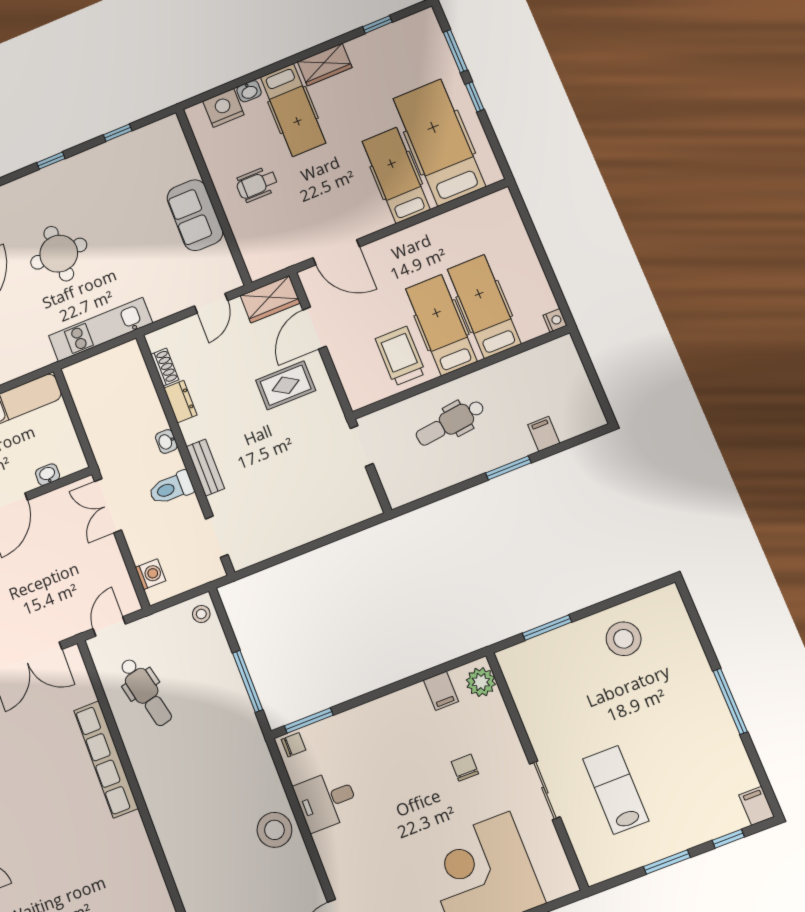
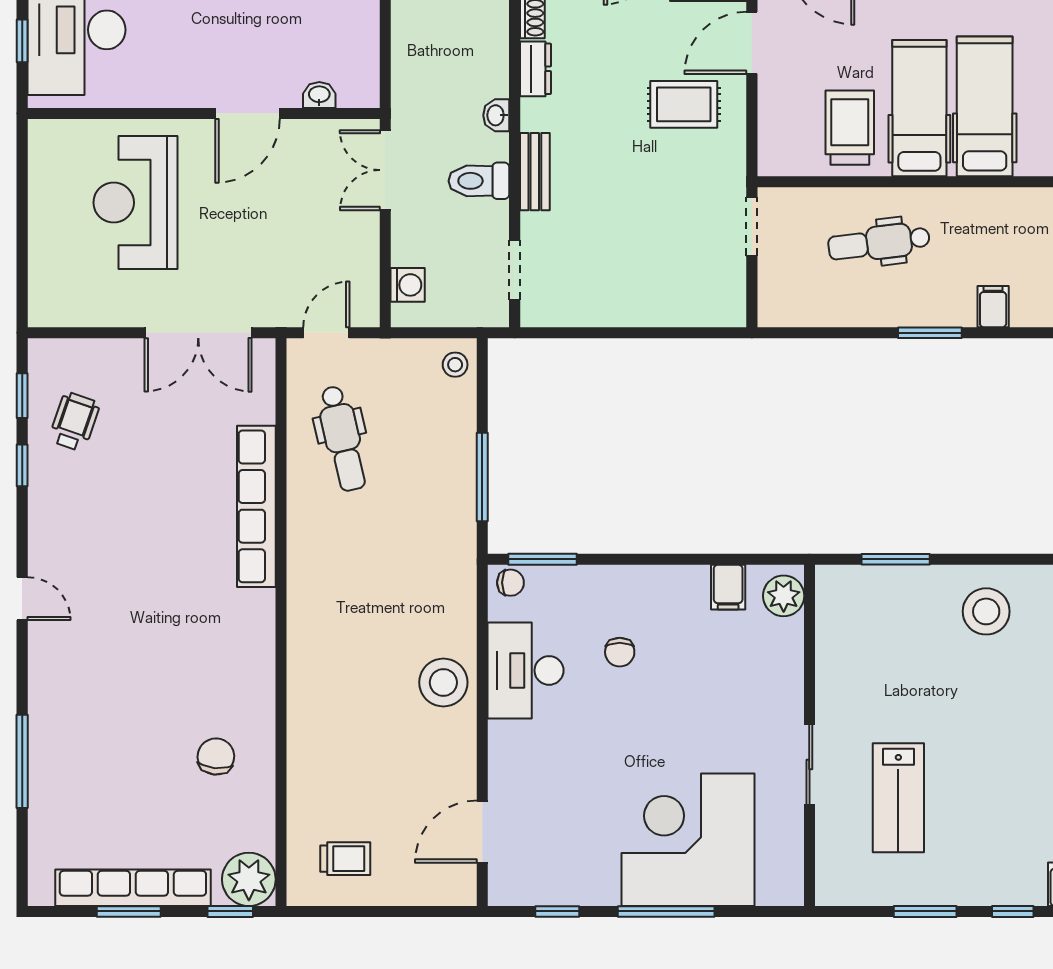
chair: (465, 768) -> (620, 652), moved, turned 180
lab bench: (616, 790) -> (898, 798), turned 180
desk: (327, 800) -> (526, 670), width x1.37

